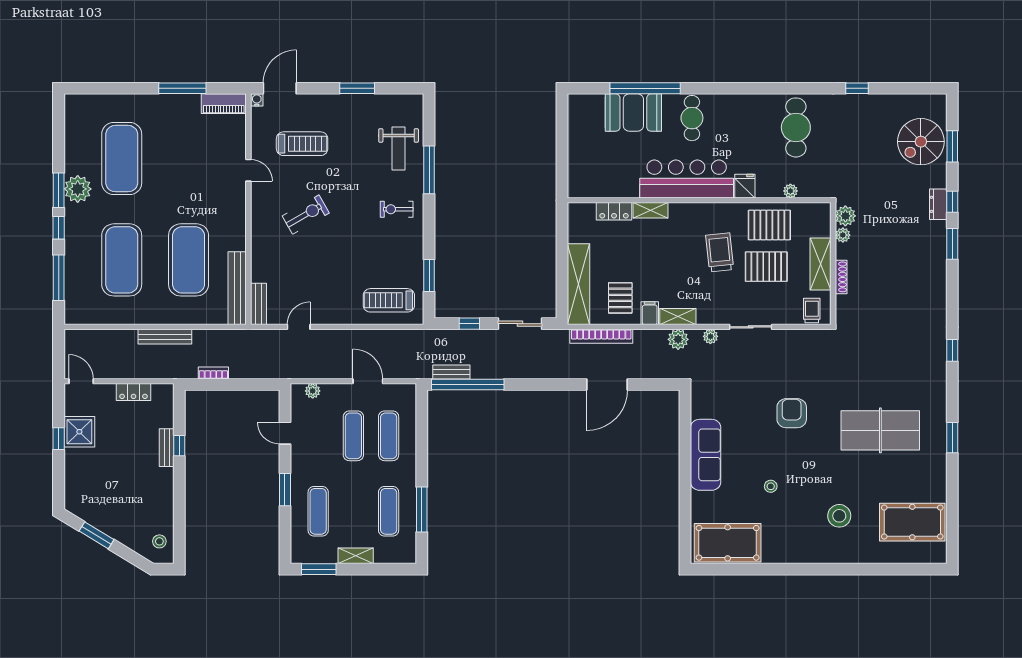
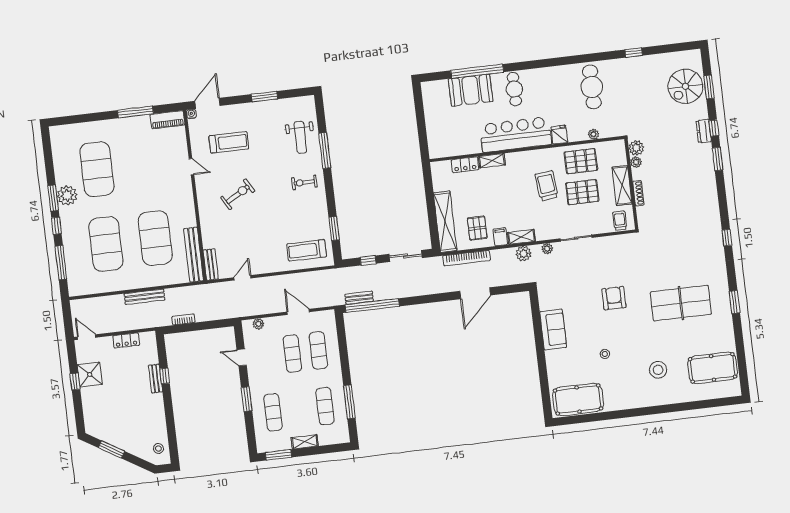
sofa: (706, 455) -> (553, 330), width x0.73

